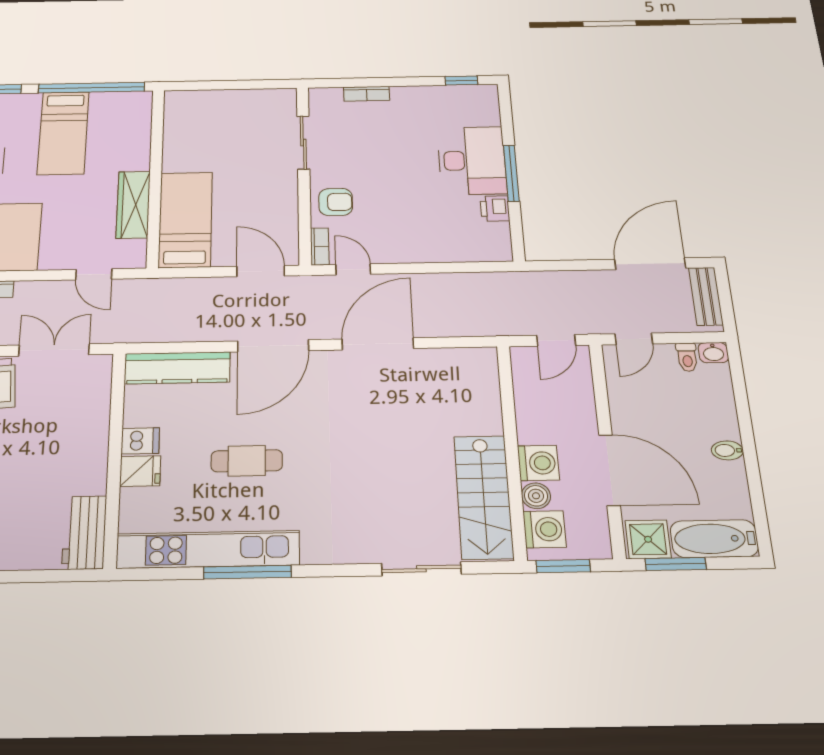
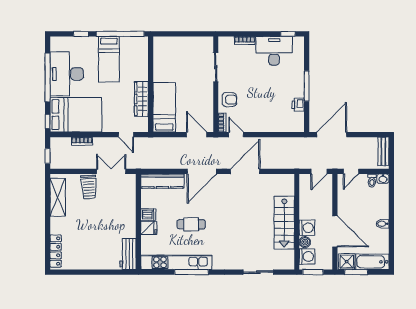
desk: (472, 160) -> (274, 51), moved, turned -90
door: (650, 264) -> (332, 135), moved
stairs: (484, 497) -> (284, 223), moved

